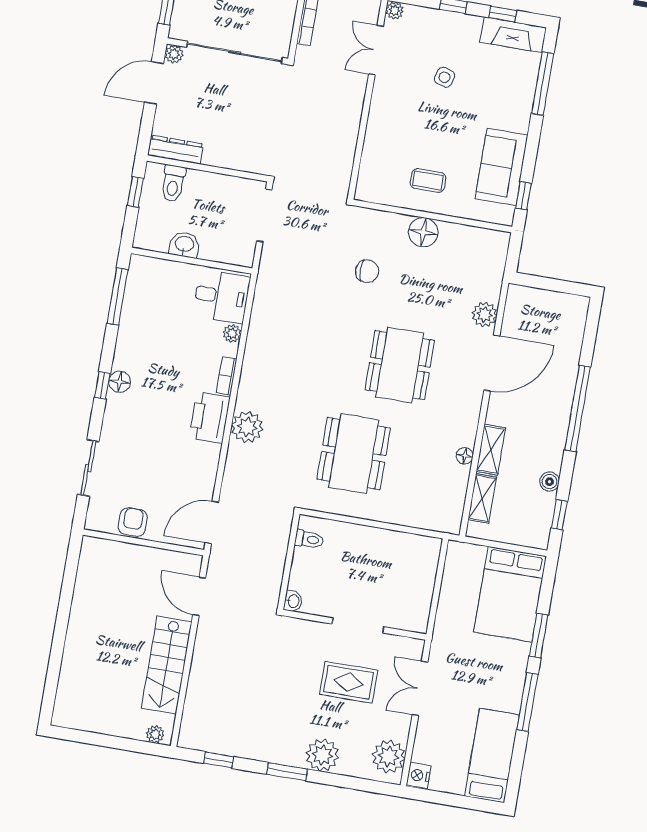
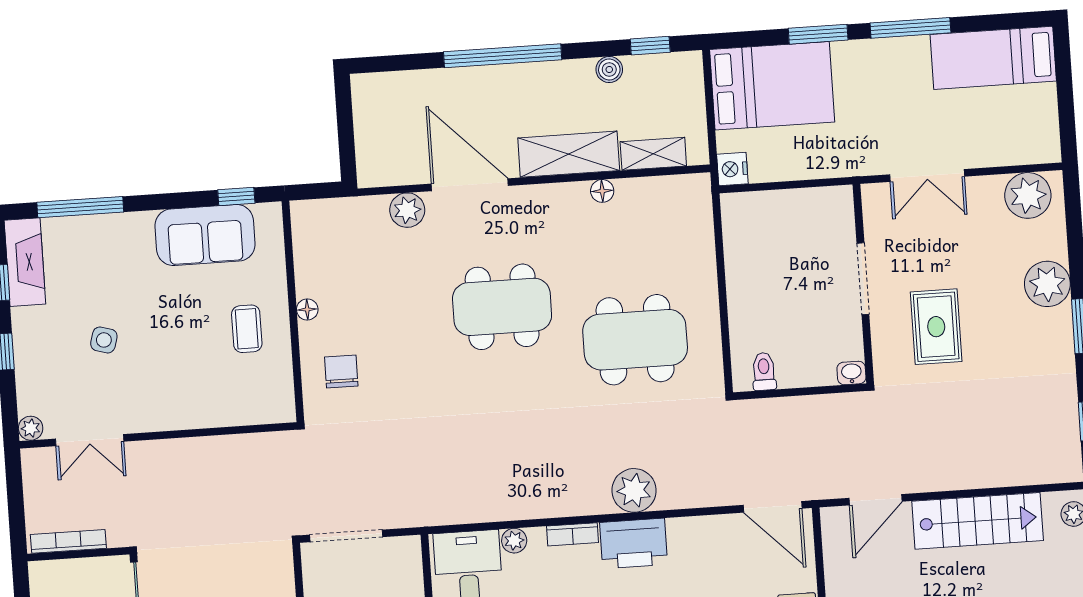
floor lamp: (423, 232) -> (307, 309), width x0.53, depth x0.53
chair: (367, 271) -> (341, 372), moved
shelving: (491, 450) -> (569, 154), width x1.50, depth x1.33
rug: (348, 682) -> (936, 327), moved
nightstand: (419, 775) -> (732, 169), moved, turned 90

